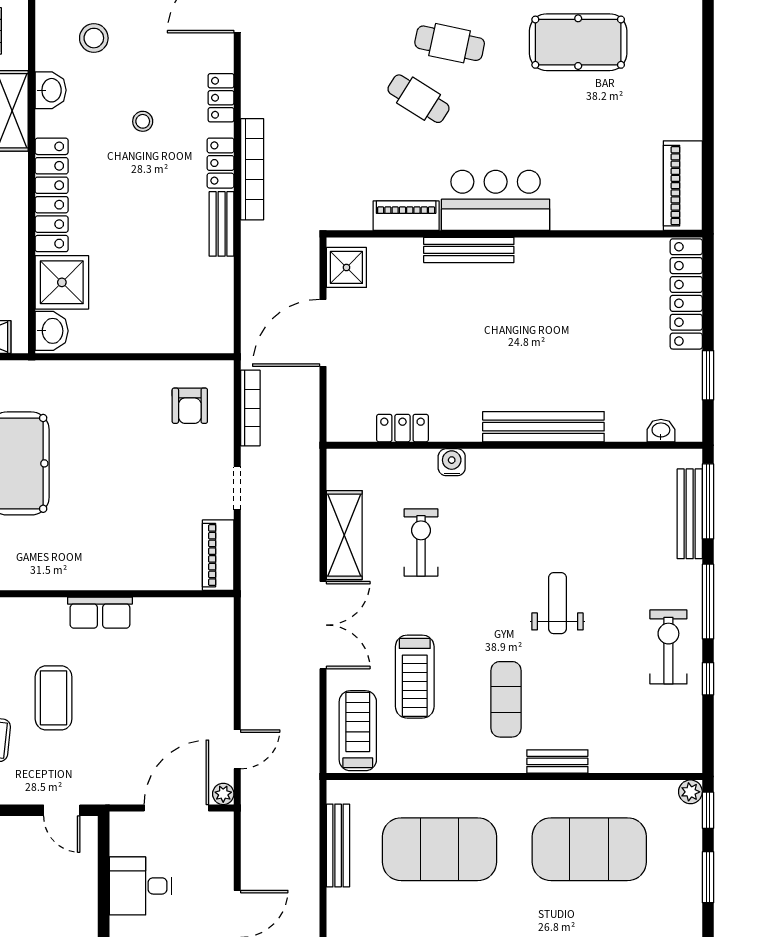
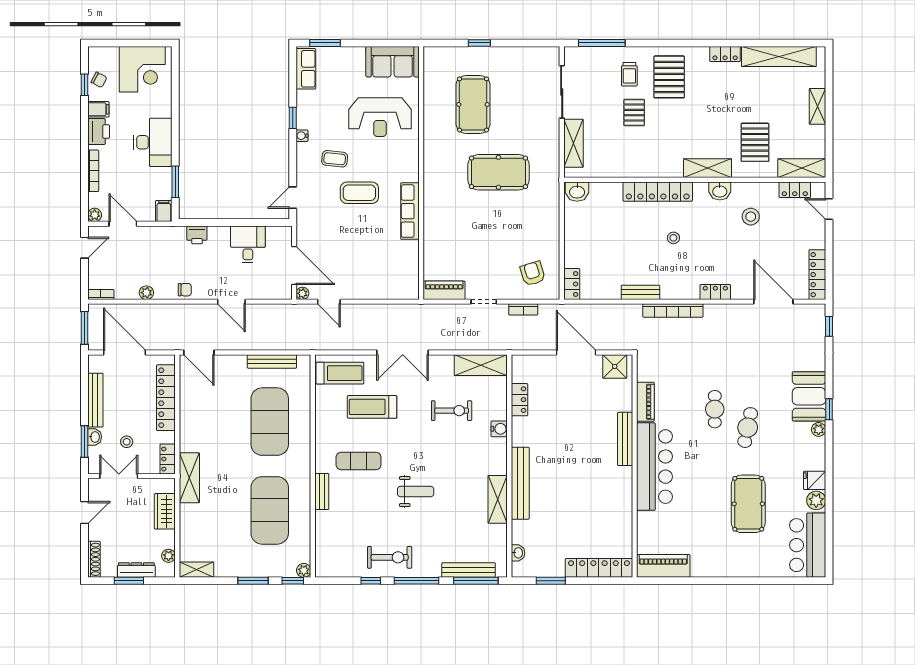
cafe table: (419, 99) -> (715, 409), turned -32
stool: (143, 121) -> (673, 238), moved
locker: (221, 163) -> (572, 284), moved, turned 90
bar counter: (496, 200) -> (654, 467), width x1.36
shower: (62, 282) -> (606, 198), removed
armchair: (190, 406) -> (533, 274), turned 73
bookcase: (250, 408) -> (523, 309), width x0.64
shelving: (570, 465) -> (498, 499), added
shelving: (344, 535) -> (481, 365), moved
row of seats: (100, 613) -> (410, 211), width x1.48

